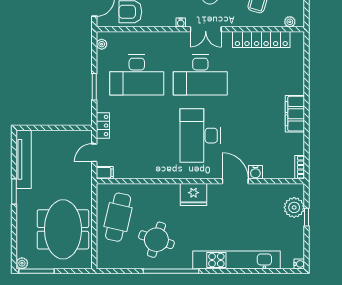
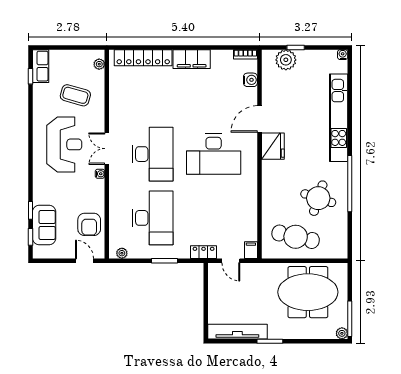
double door: (206, 29) -> (107, 149), swing flipped
locker: (261, 40) -> (143, 58), moved, turned 90
water cooler: (255, 172) -> (250, 80), moved
fridge: (194, 194) -> (273, 146), moved

